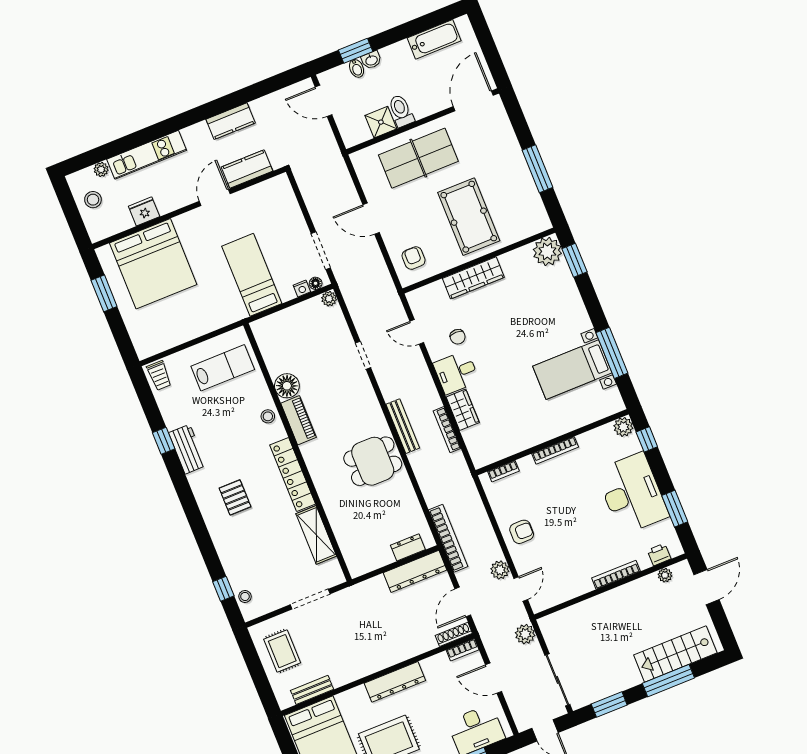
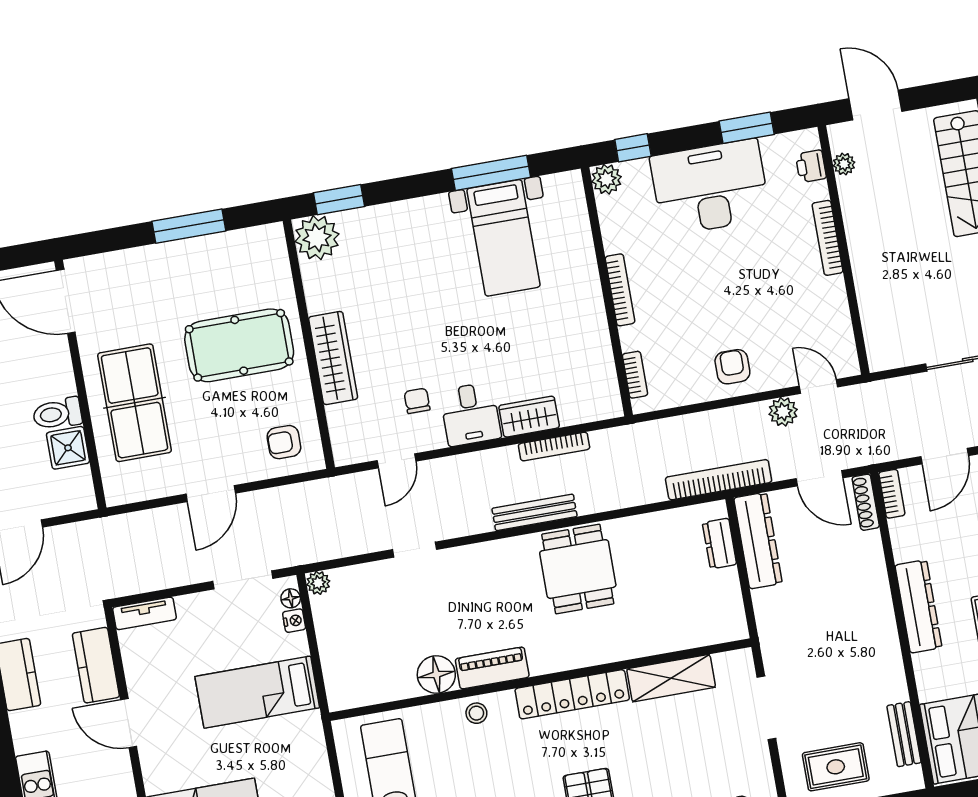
tv unit: (286, 193) -> (145, 613), added
chair: (458, 337) -> (417, 401), turned -90
plant: (525, 634) -> (888, 394), removed

